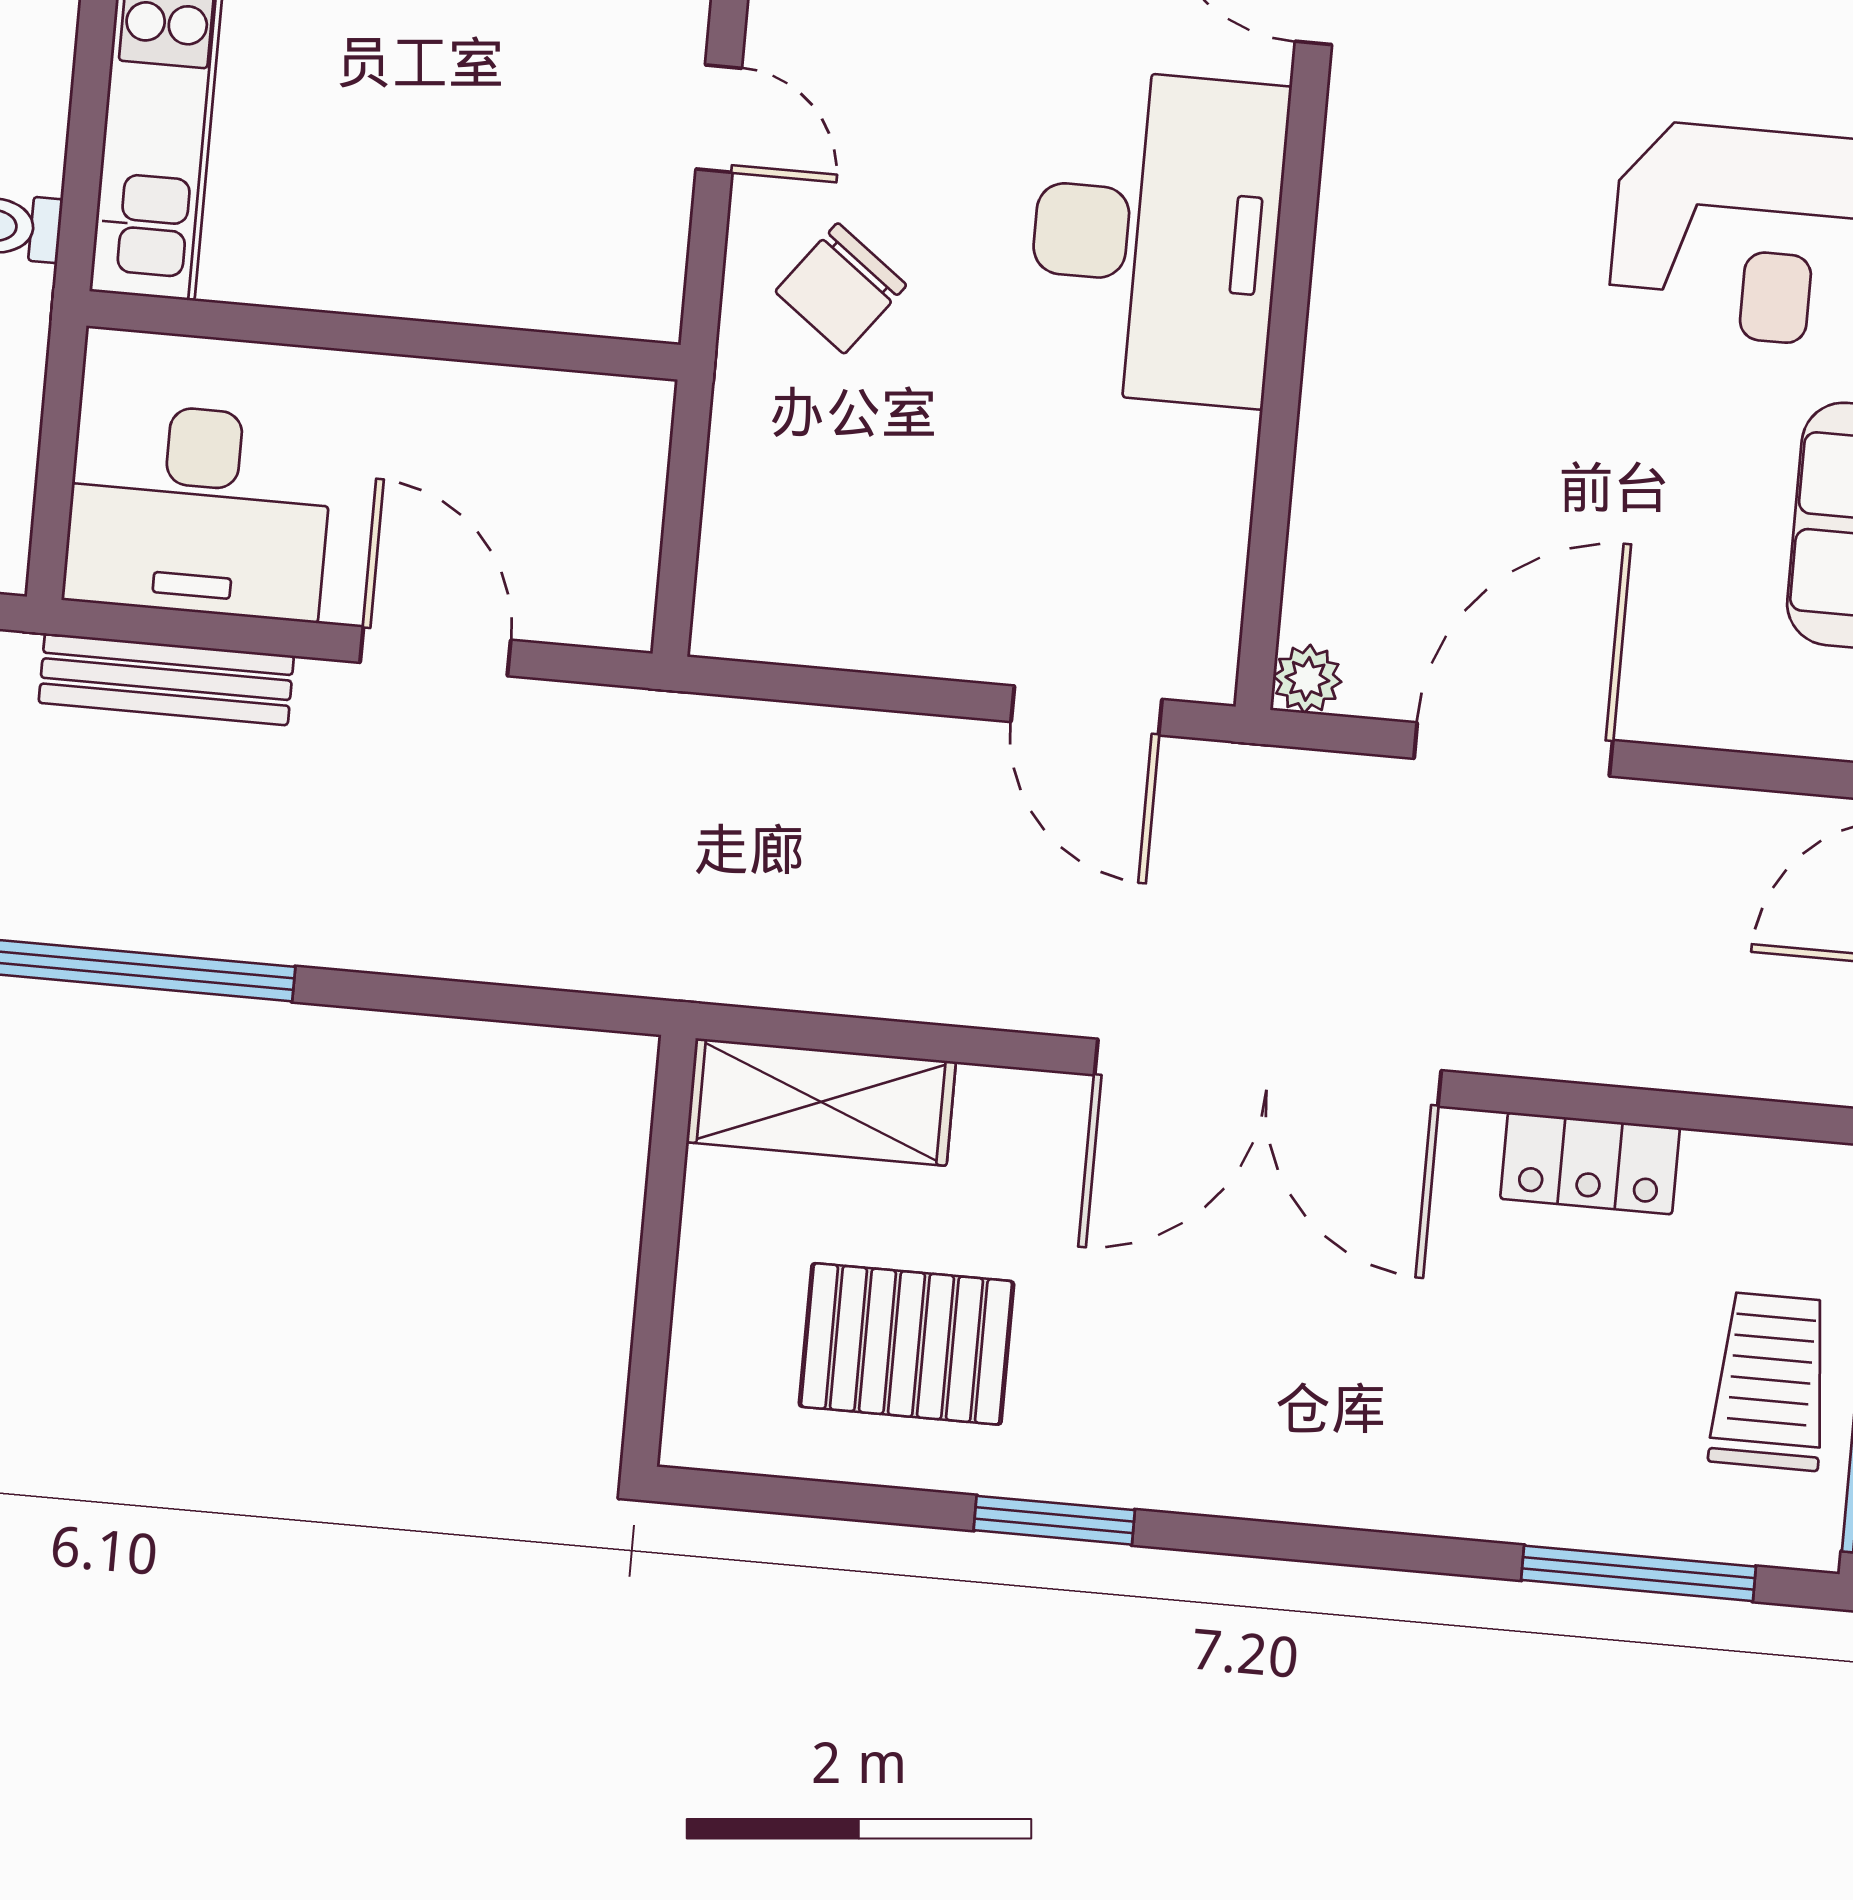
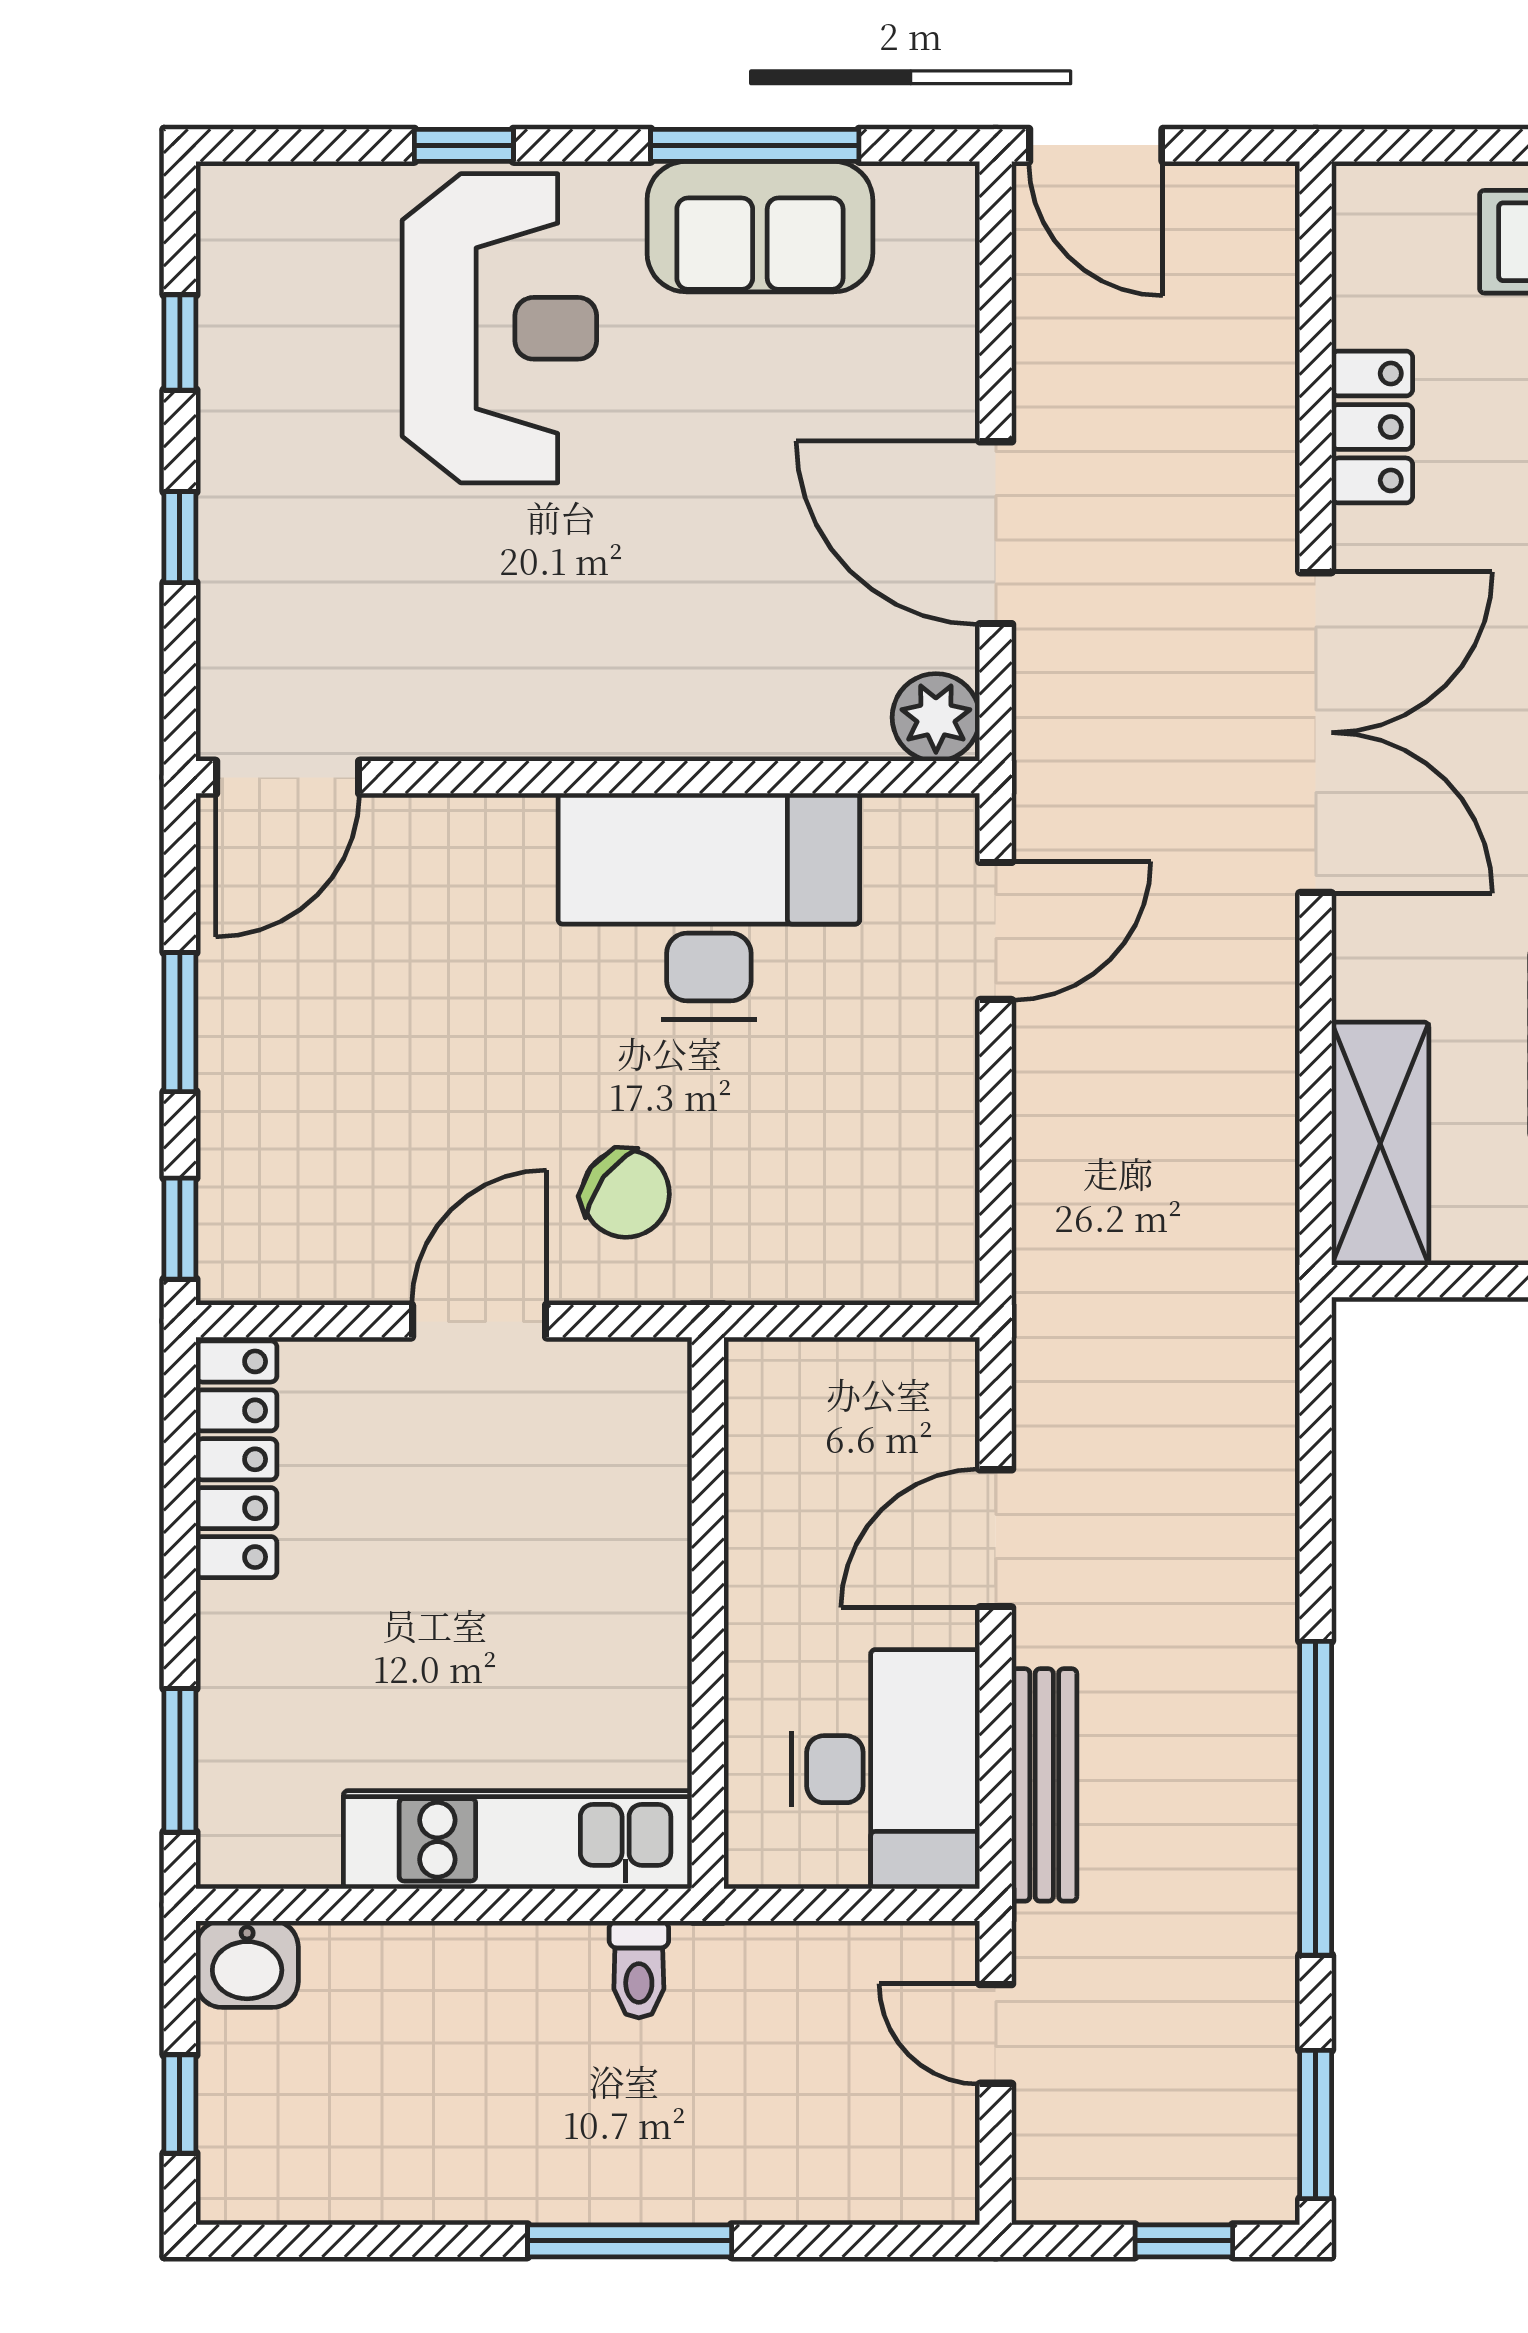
door: (719, 119) -> (479, 1321), width x1.38
desk: (1156, 237) -> (709, 906), moved
plant: (1307, 679) -> (936, 717), width x1.38, depth x1.38

